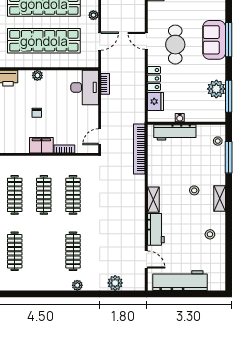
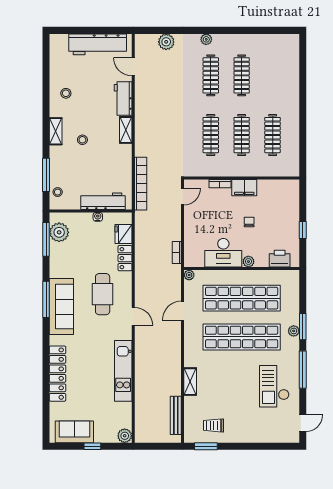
plant: (93, 15) -> (189, 275), moved
sofa: (214, 40) -> (61, 307), width x1.36
door: (100, 41) -> (183, 311), moved
door: (146, 41) -> (133, 316), moved
desk: (85, 87) -> (223, 253), moved, turned -90
plant: (216, 89) -> (59, 232), moved
clothes rail: (15, 251) -> (242, 75), moved

